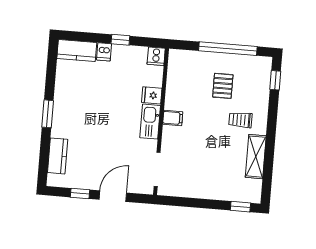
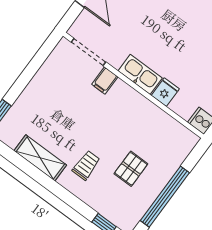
pallet: (223, 86) -> (131, 169), turned 90
filing cabinet: (173, 118) -> (105, 81), moved

